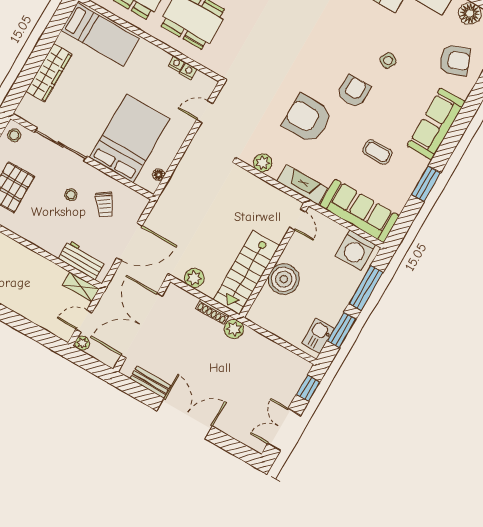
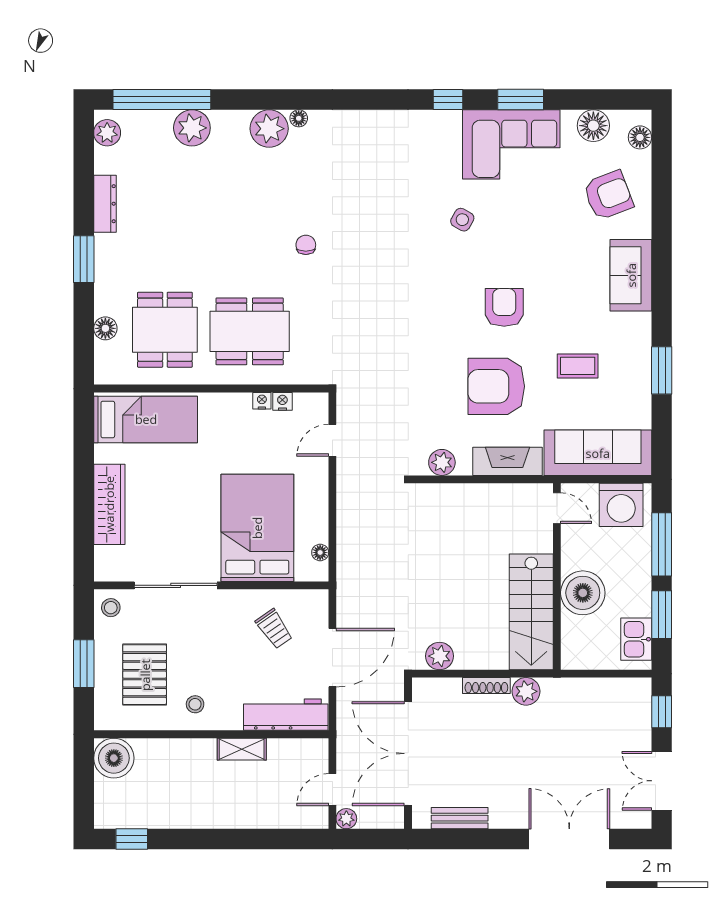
side table: (388, 60) -> (462, 220), moved
armchair: (307, 119) -> (496, 386), moved
sofa: (436, 124) -> (631, 275), width x0.73
stool: (71, 195) -> (195, 704), moved
door: (298, 219) -> (557, 508), moved
workbench: (82, 260) -> (286, 715), width x1.38
wall: (274, 260) -> (557, 577), moved
stairs: (246, 273) -> (531, 612), moved
boiler: (284, 279) -> (583, 593), moved
shelving: (81, 287) -> (242, 749), moved
double door: (185, 418) -> (569, 839), moved

